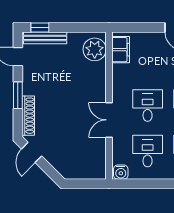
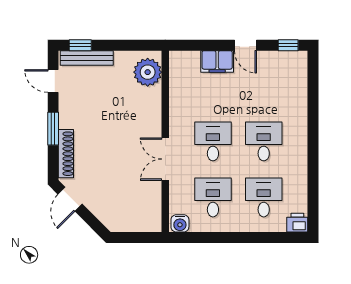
filing cabinet: (121, 50) -> (217, 61), moved, turned 90

